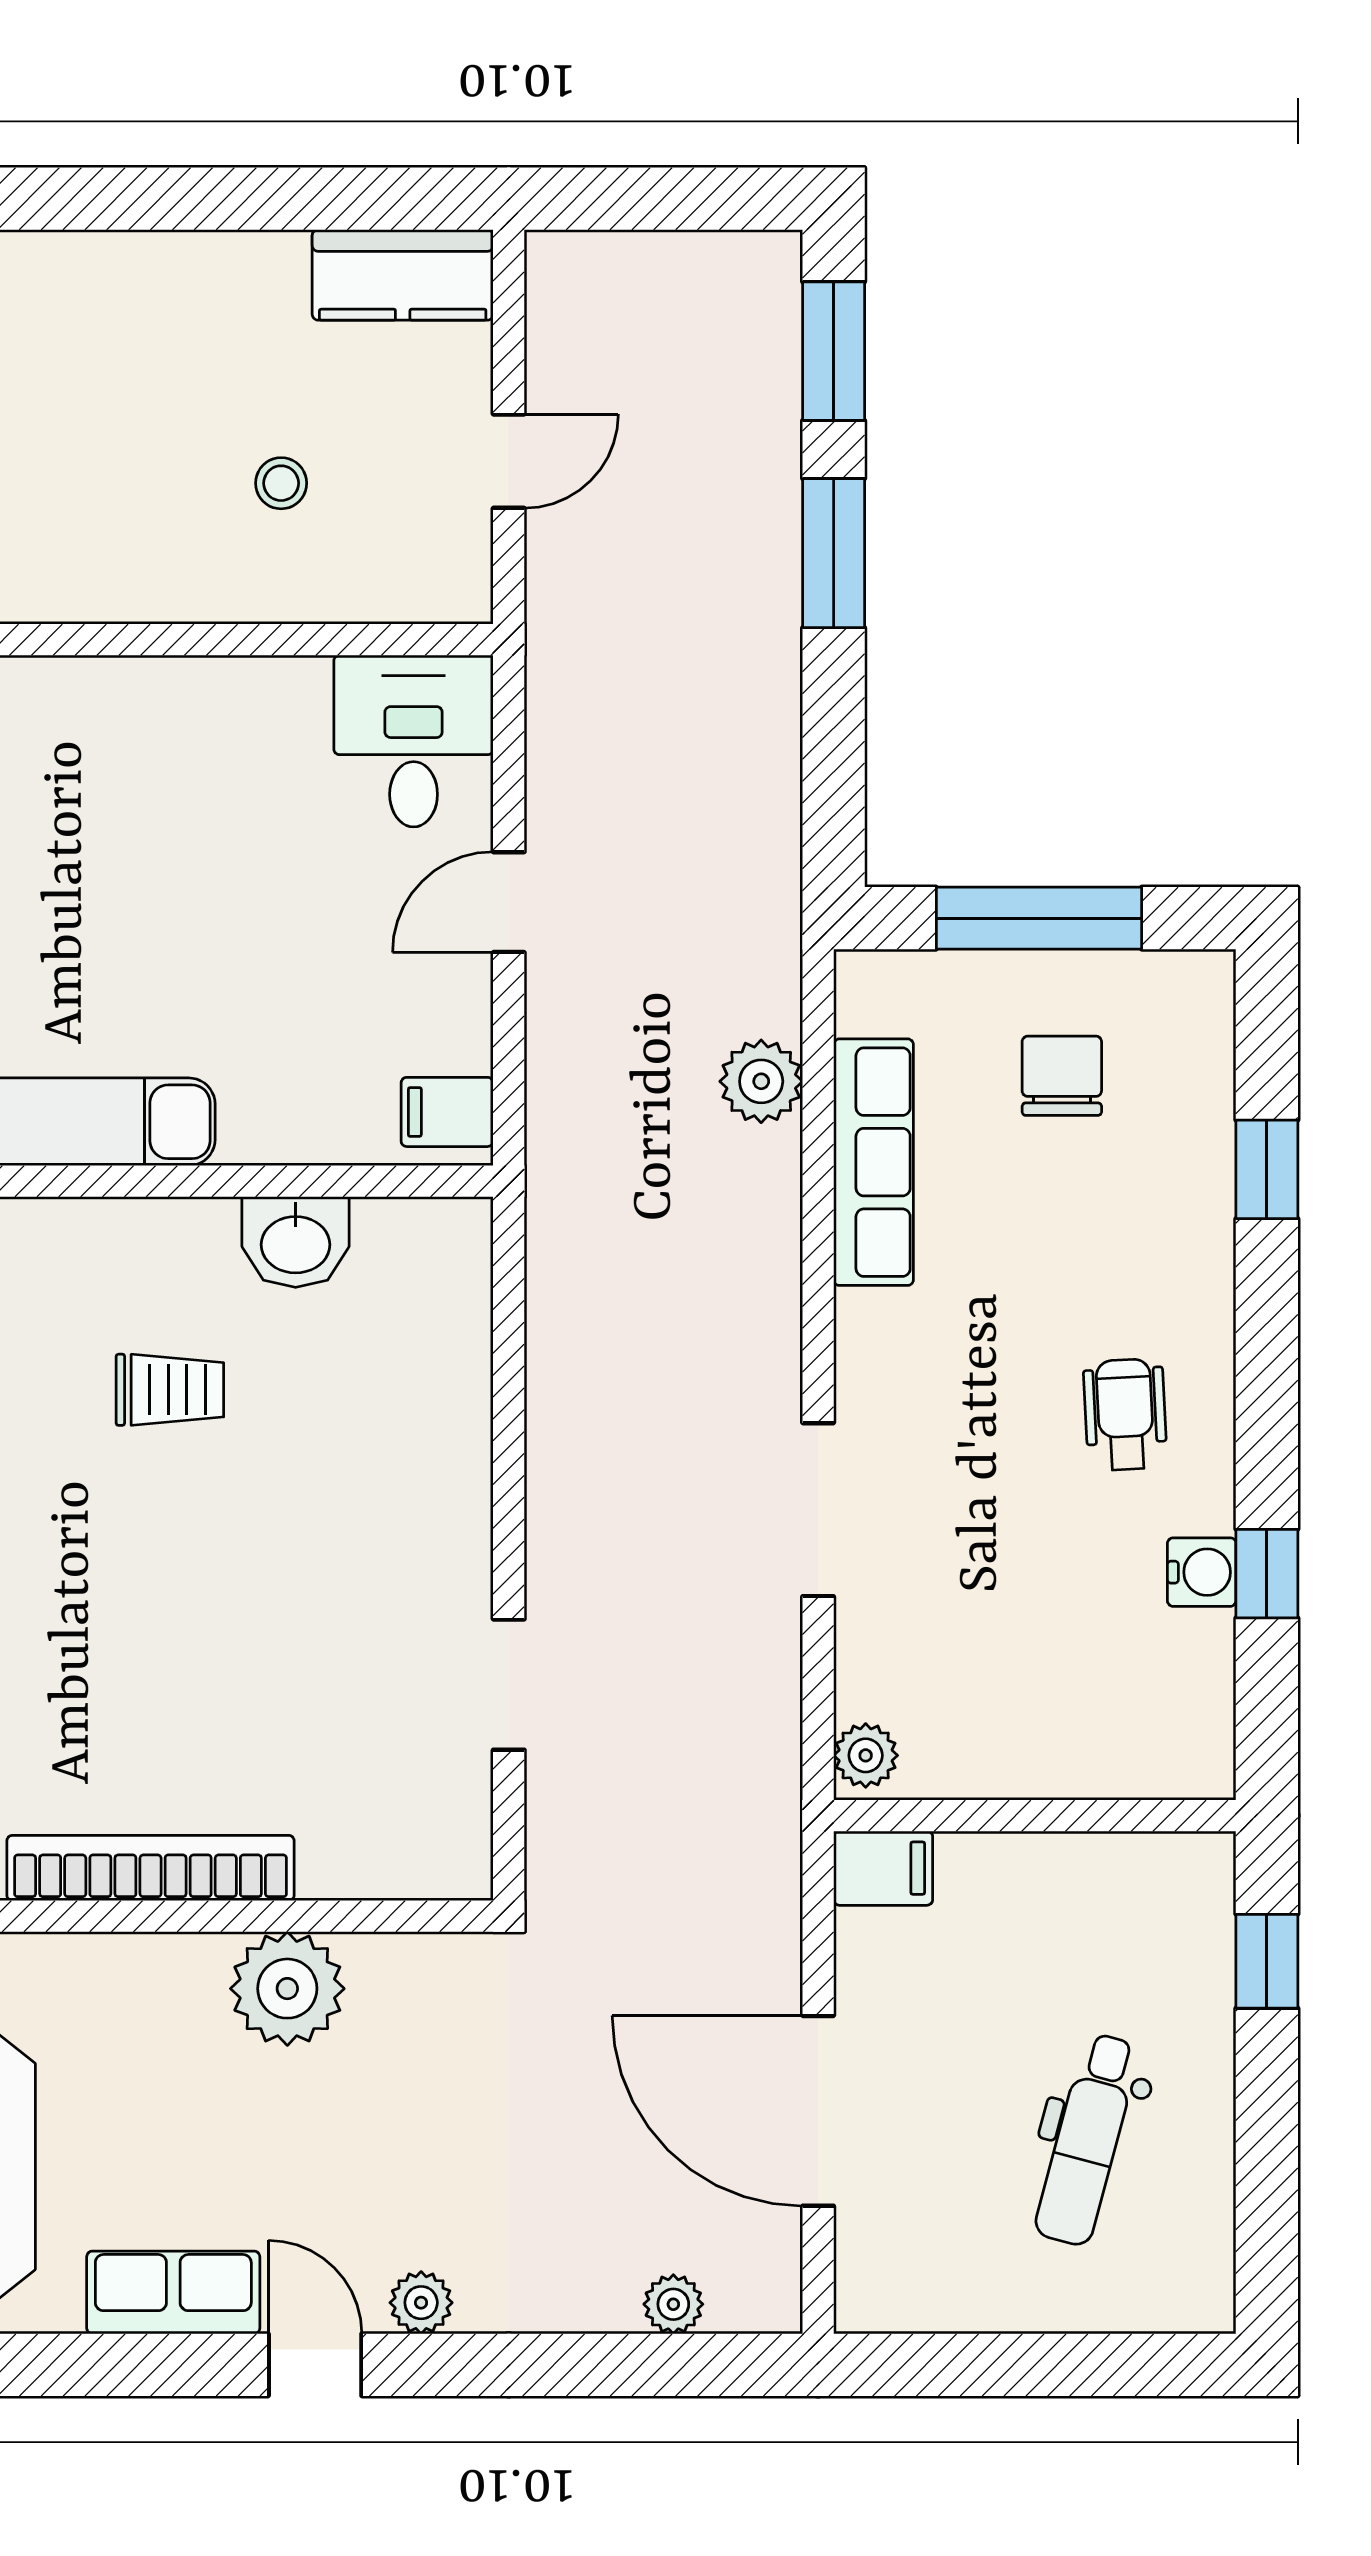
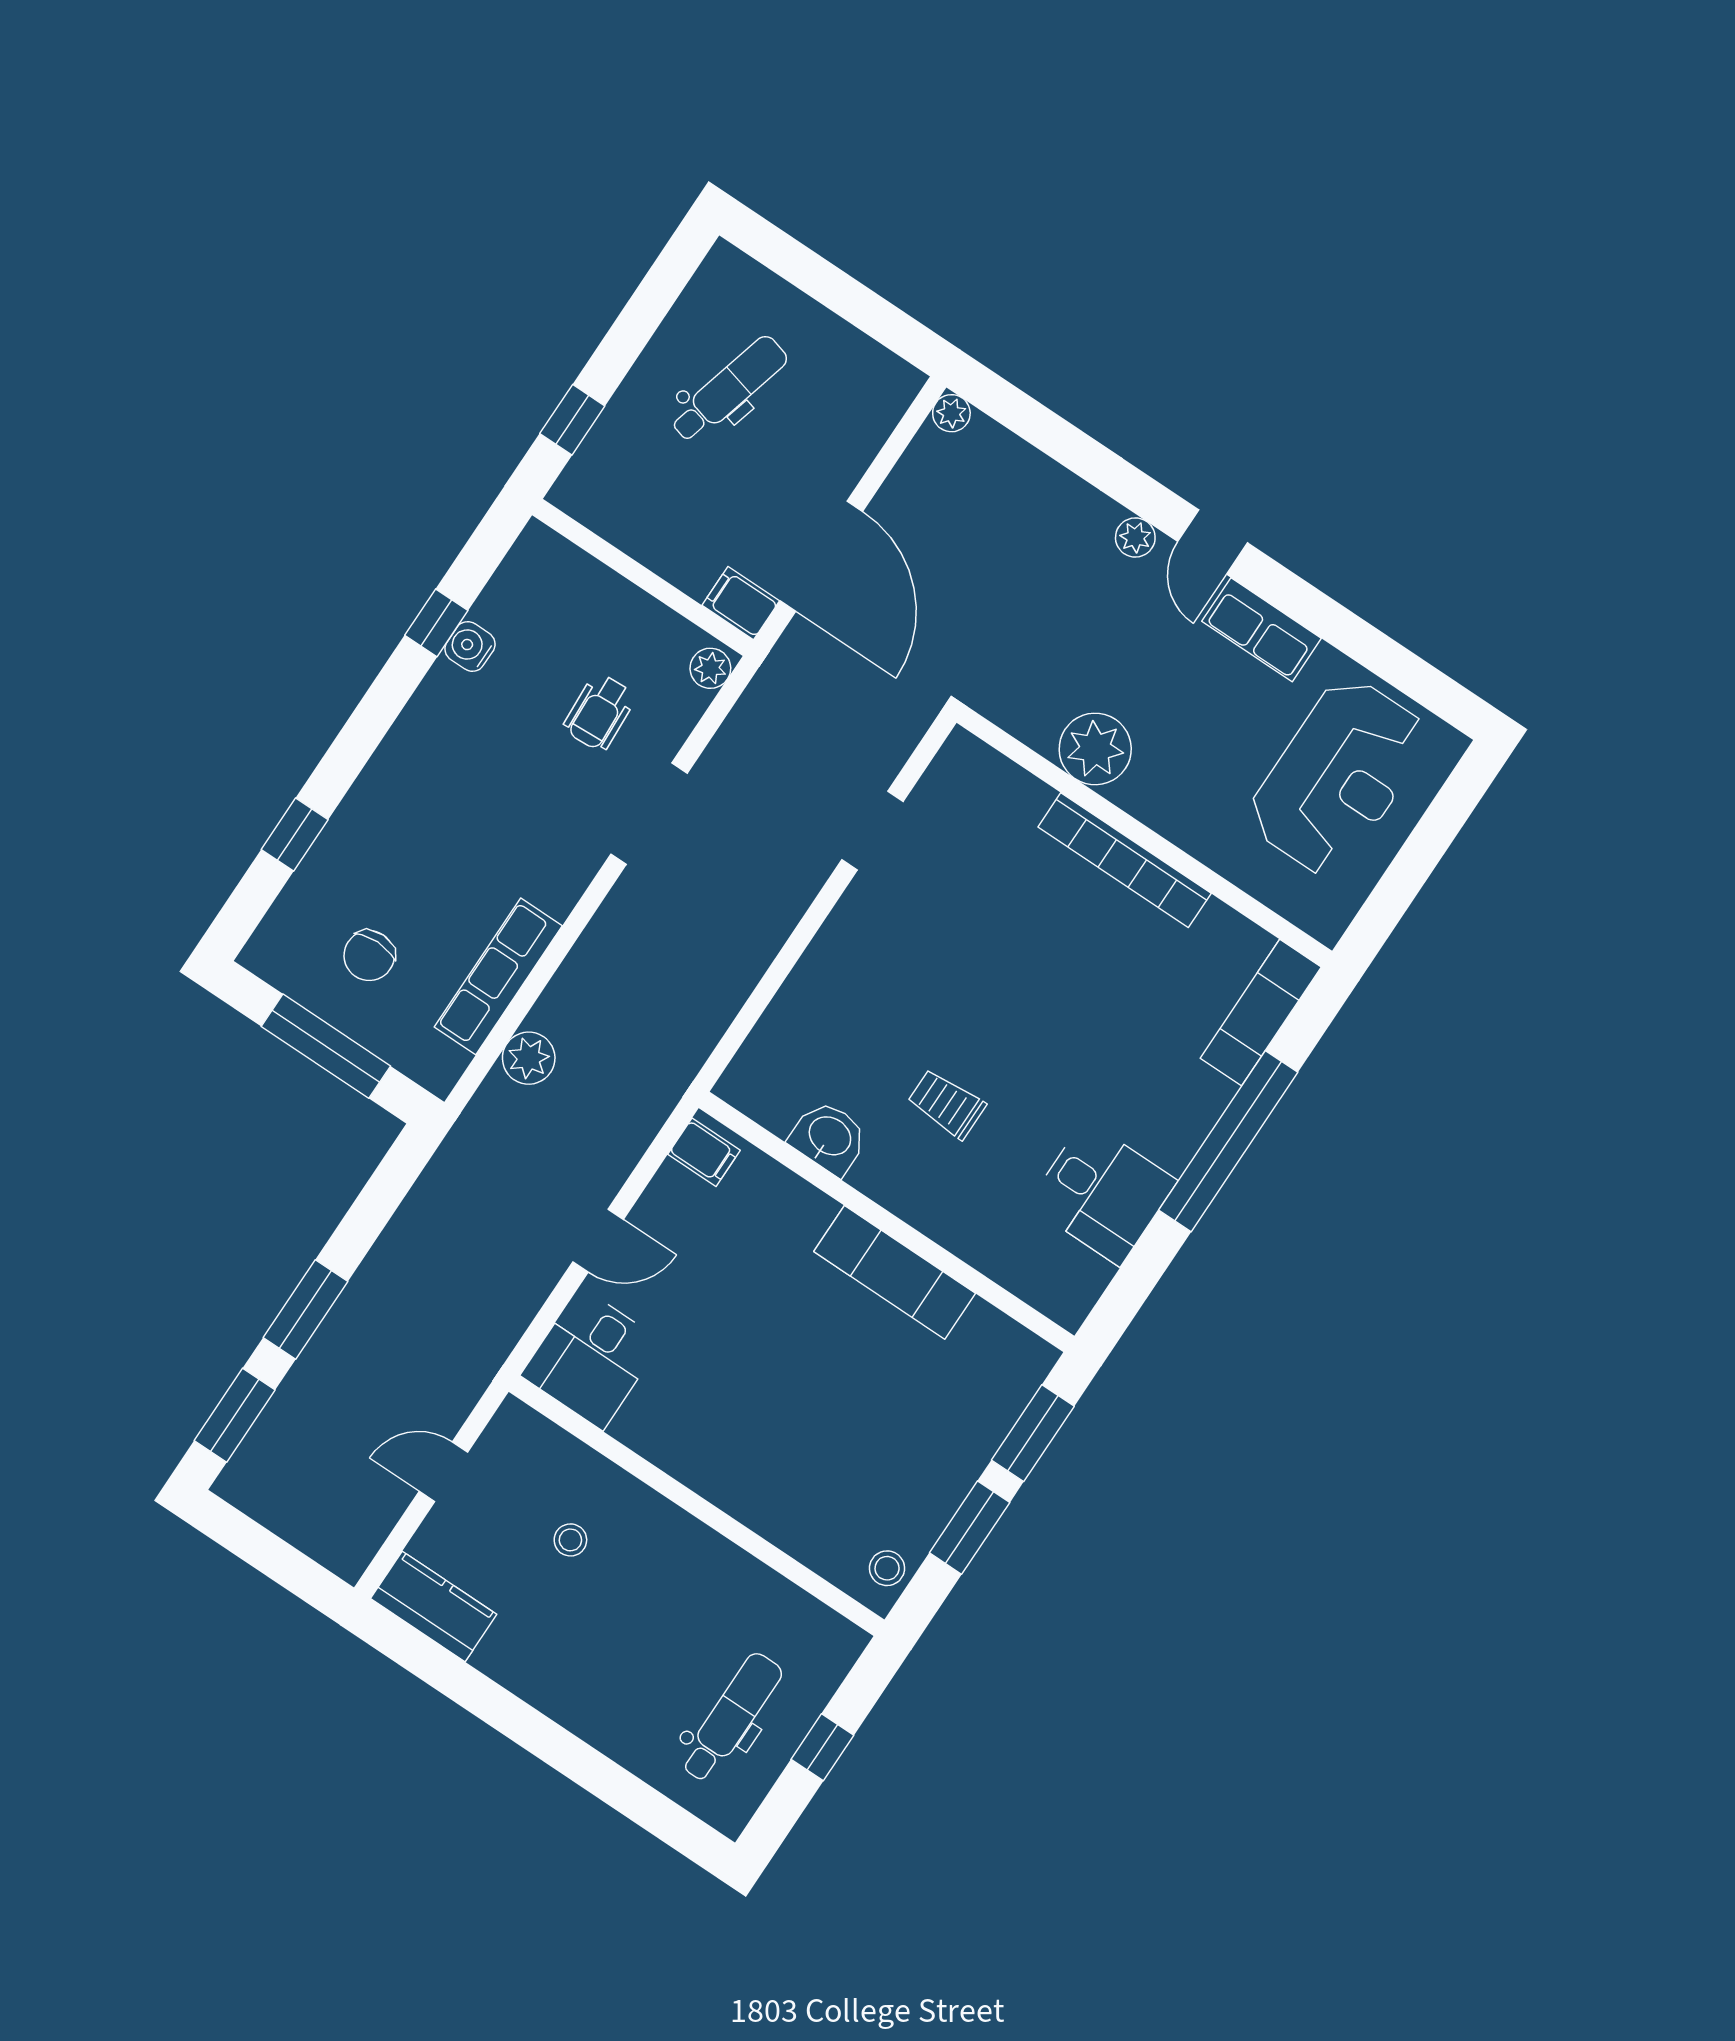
wheelchair: (1125, 1415) -> (600, 712), moved
door: (818, 2111) -> (821, 556), moved
plant: (673, 2304) -> (951, 413), moved

